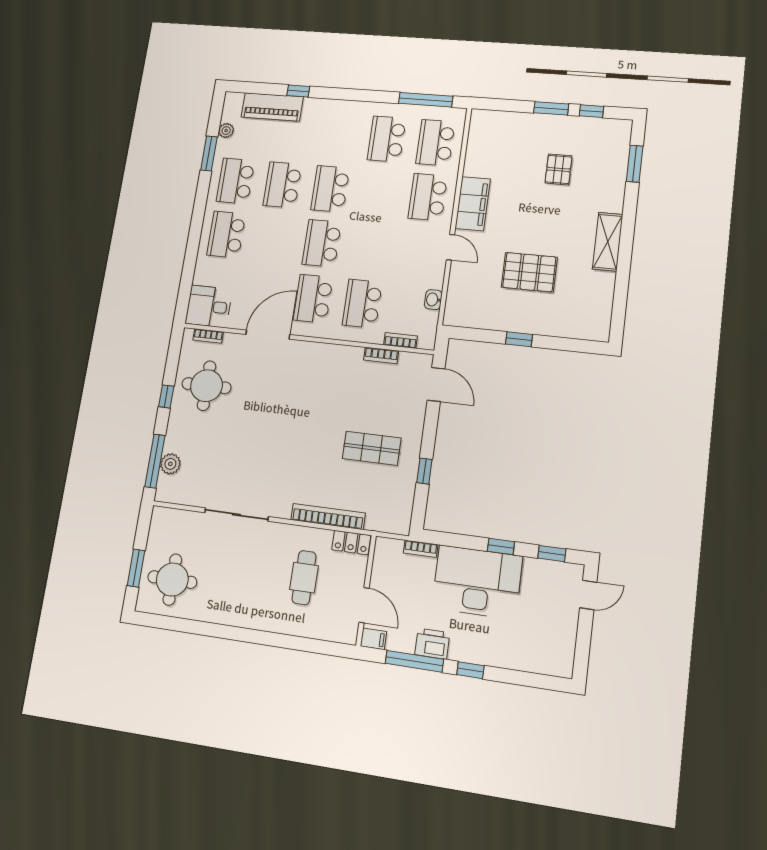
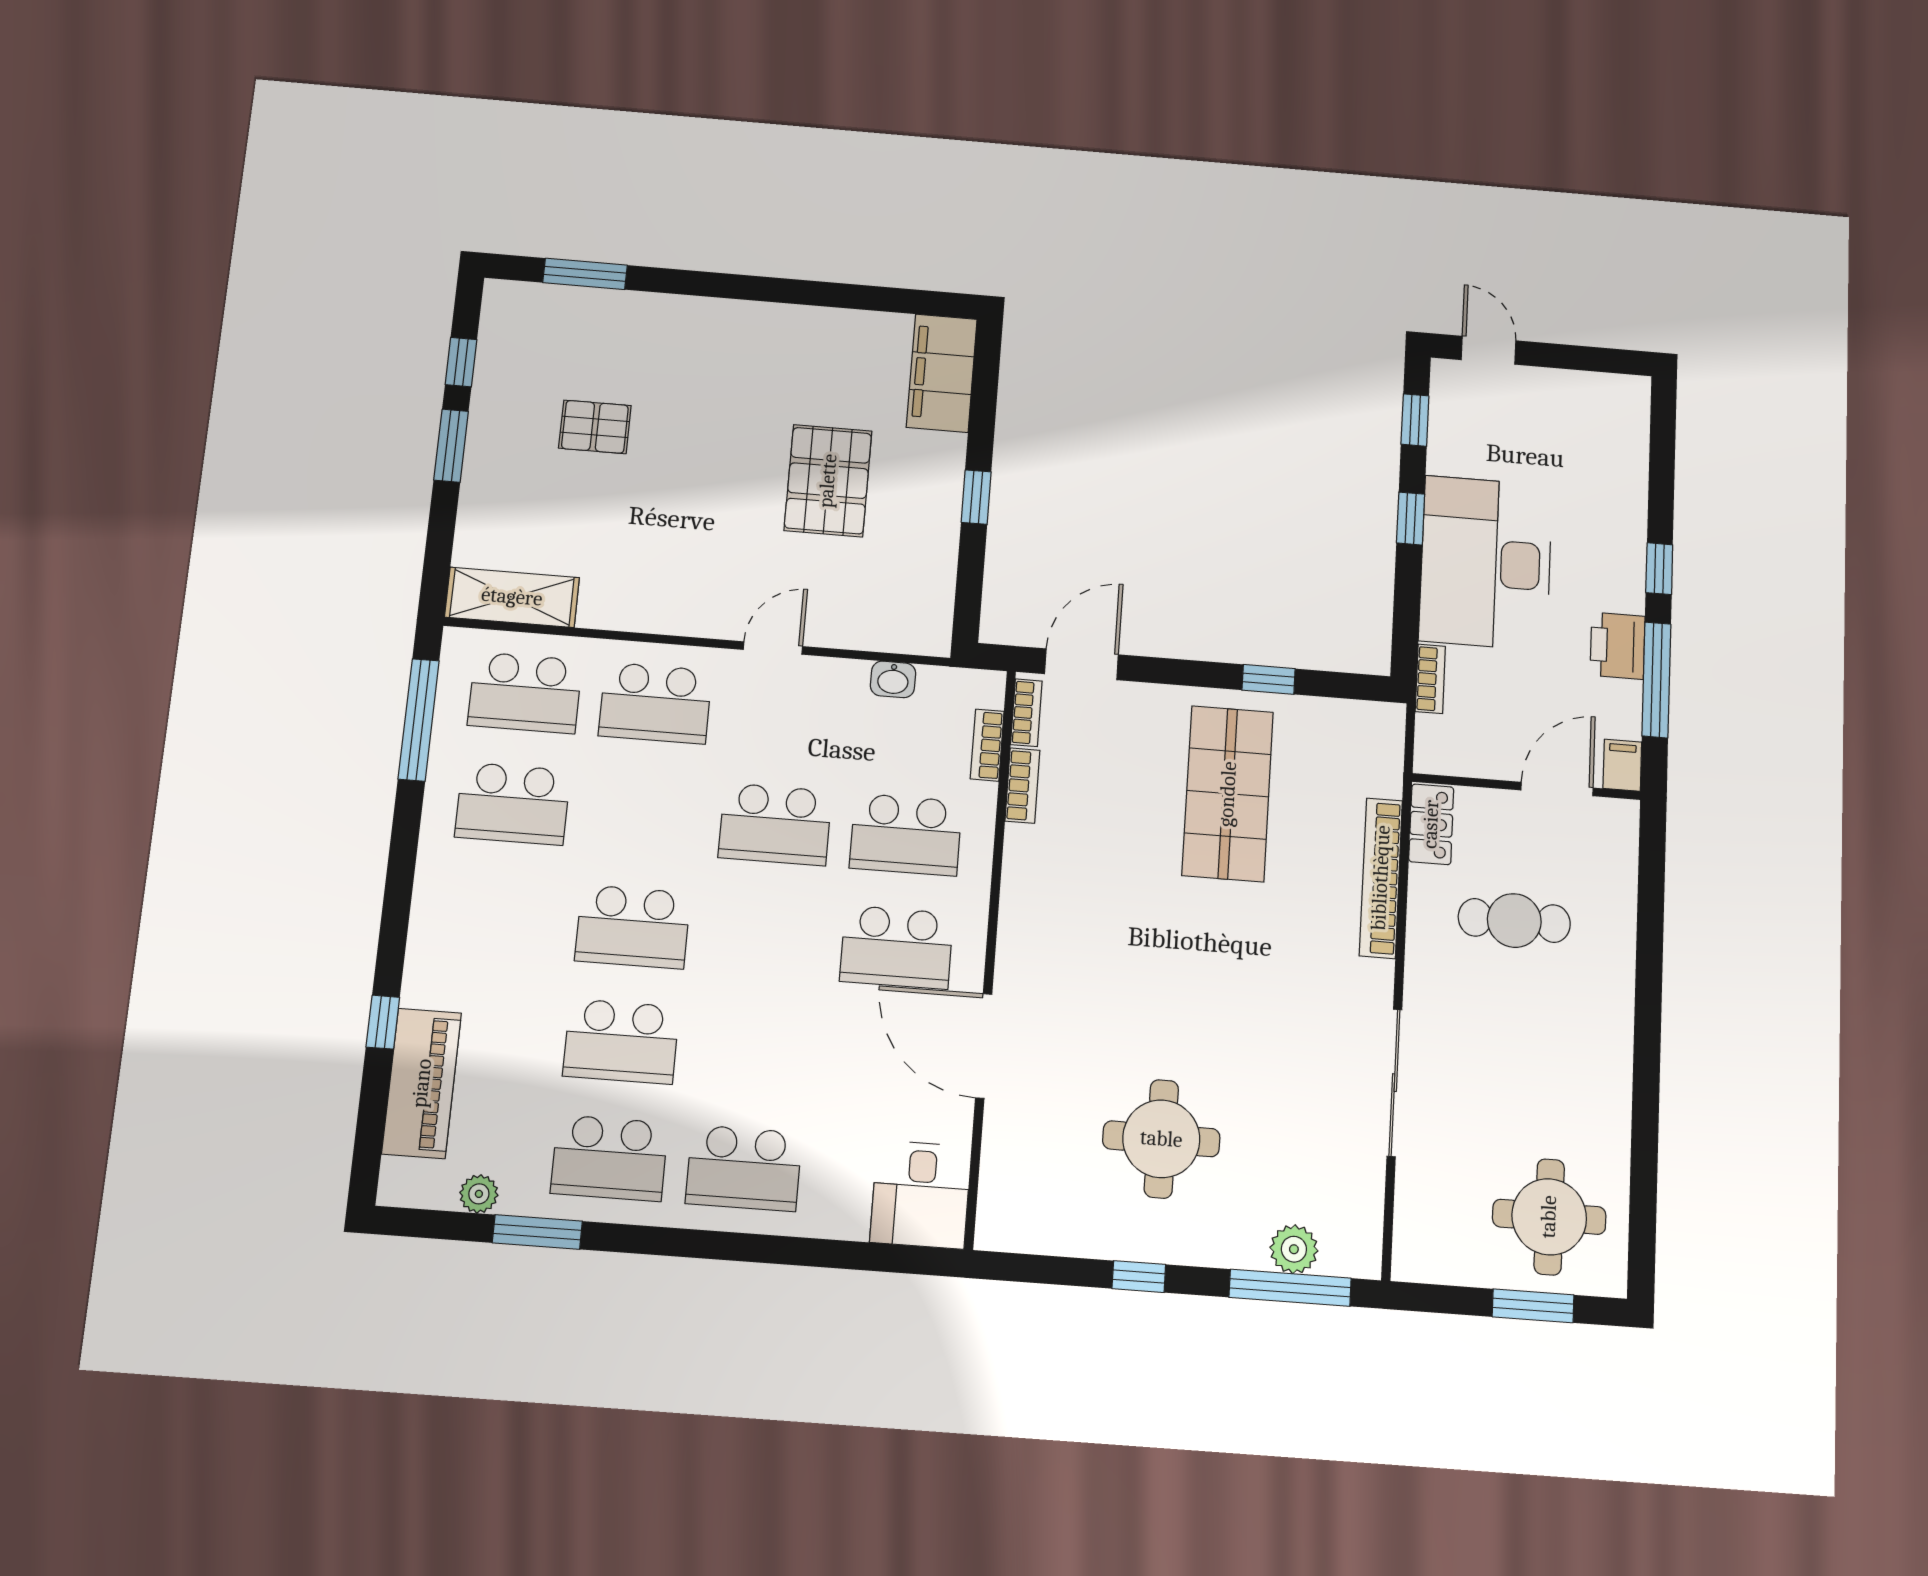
filing cabinet: (473, 204) -> (942, 373), moved, turned -90
shelving: (608, 242) -> (512, 597), moved
school desk: (322, 243) -> (775, 824), moved
bookcase: (208, 336) -> (1026, 713), moved
round table: (206, 386) -> (1161, 1139), moved
shop shelf: (372, 448) -> (1228, 794), width x1.43, depth x1.36

